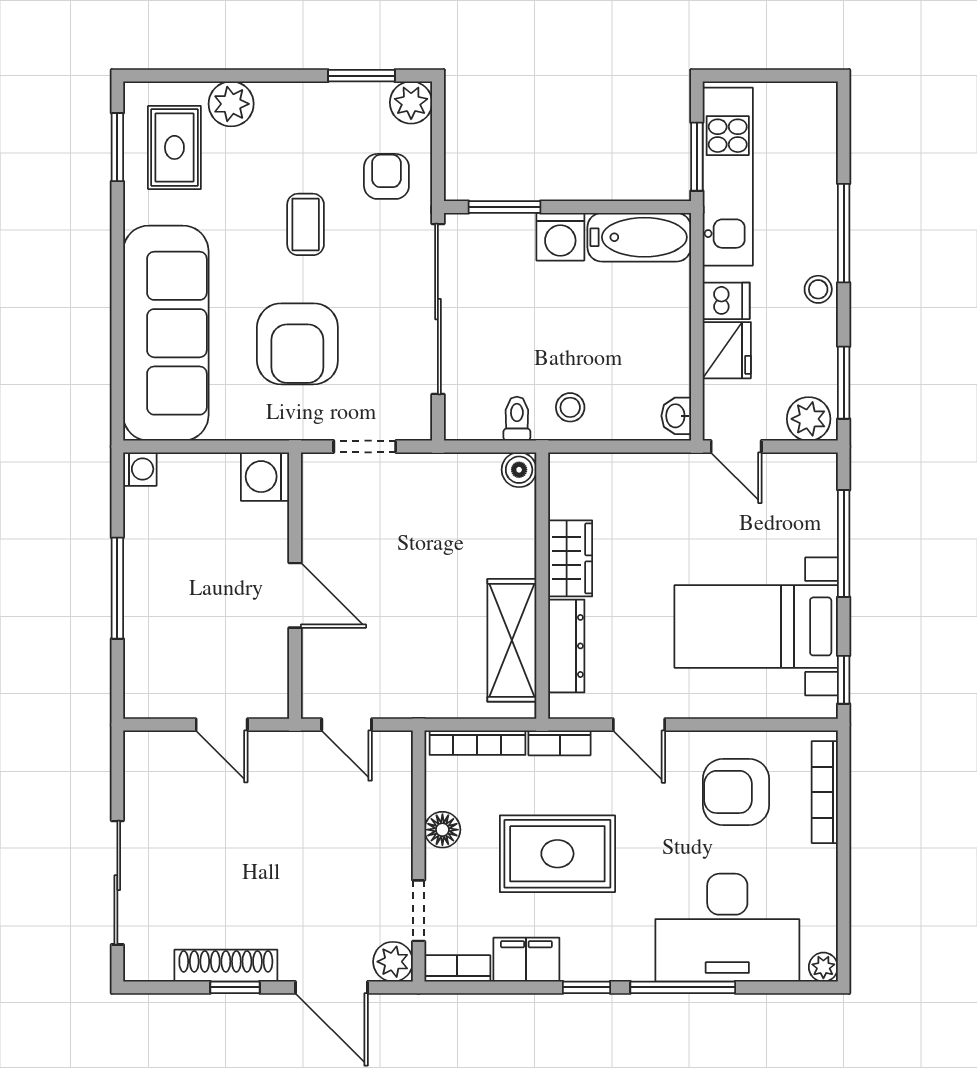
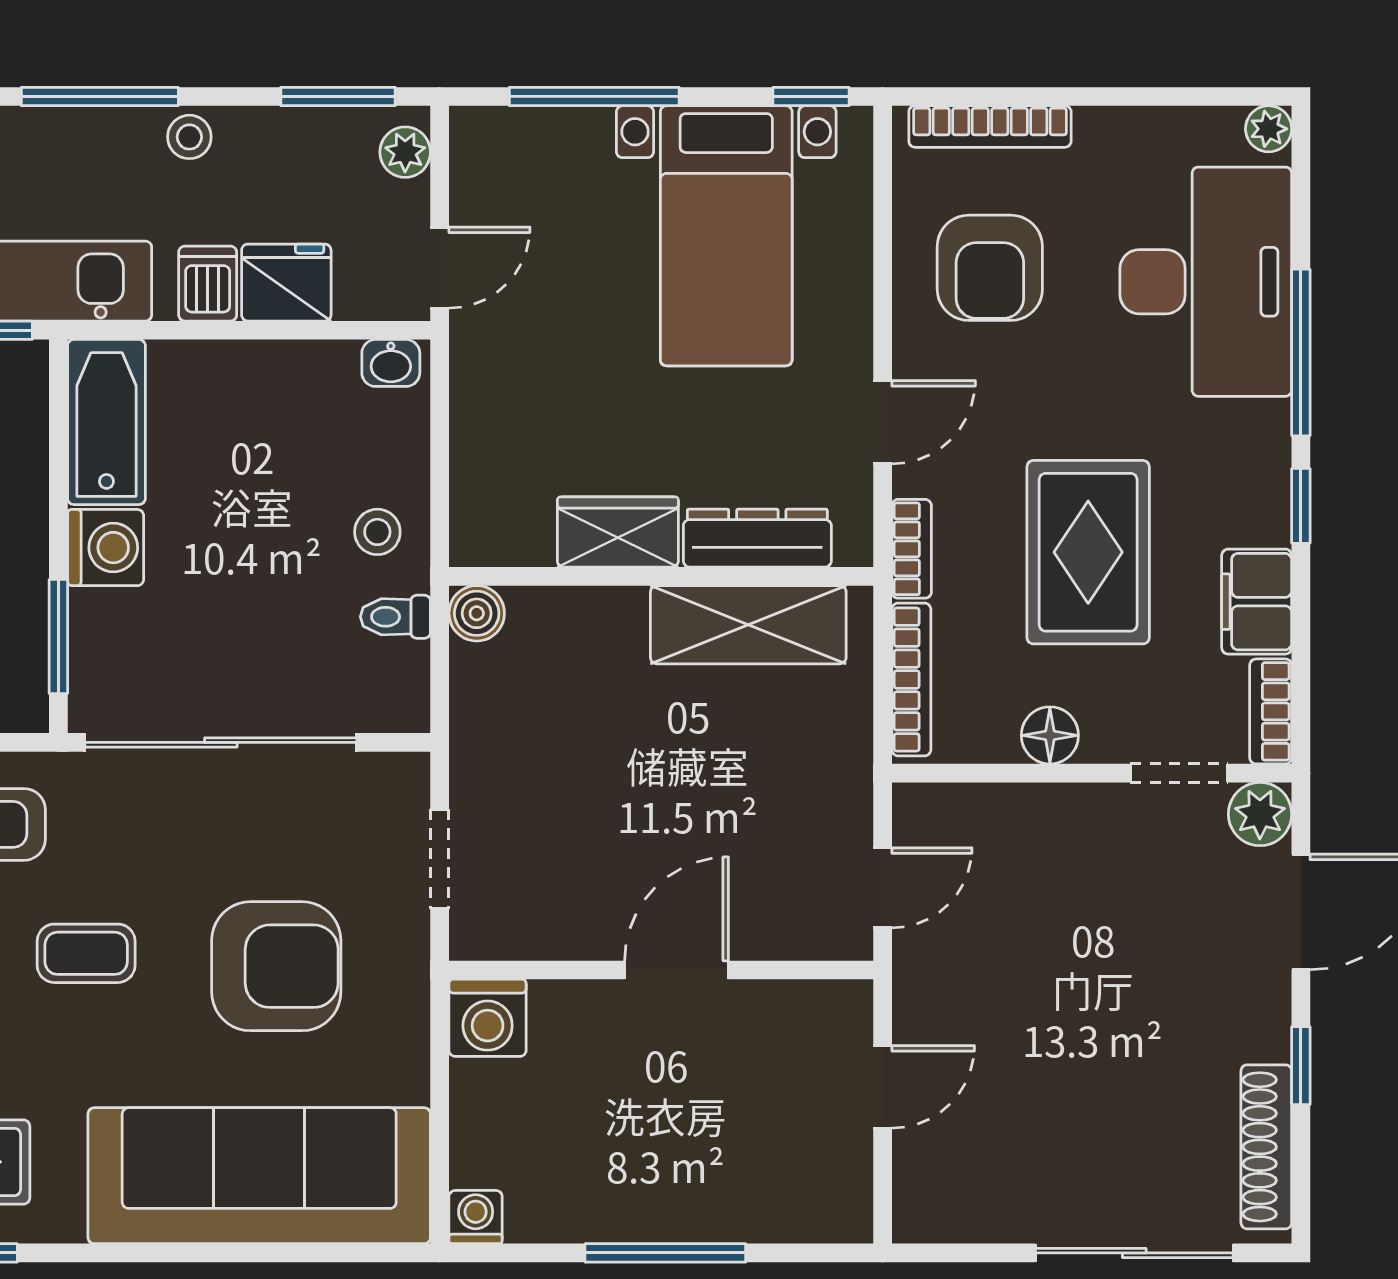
plant: (809, 419) -> (405, 152), width x0.73, depth x0.73
shoe rack: (226, 966) -> (1266, 1147), moved

